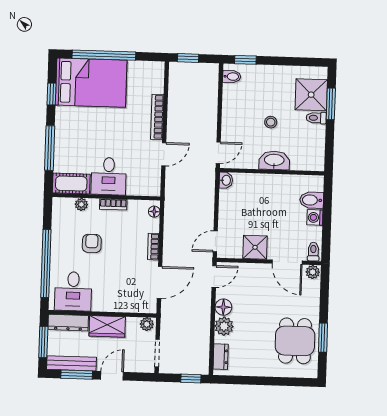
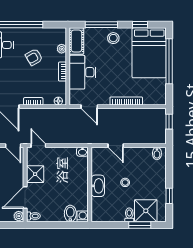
window: (245, 60) -> (169, 196), moved
stool: (69, 132) -> (113, 38), added
door: (218, 153) -> (116, 146), moved
door: (164, 154) -> (89, 107), moved
desk: (109, 176) -> (83, 72), width x1.37
washing machine: (315, 217) -> (83, 216), moved
armchair: (92, 243) -> (34, 57), turned 150

